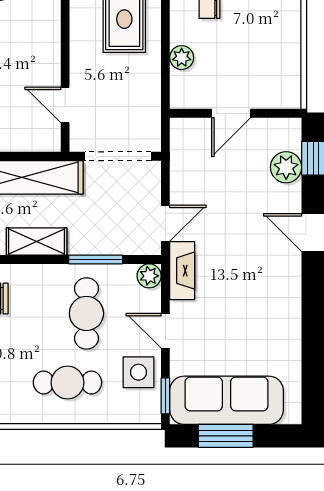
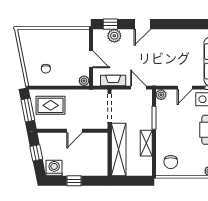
plant: (182, 58) -> (84, 81), moved
door: (65, 105) -> (74, 131), moved
fireplace: (182, 271) -> (113, 80), moved
cafe table: (86, 313) -> (177, 122), removed

